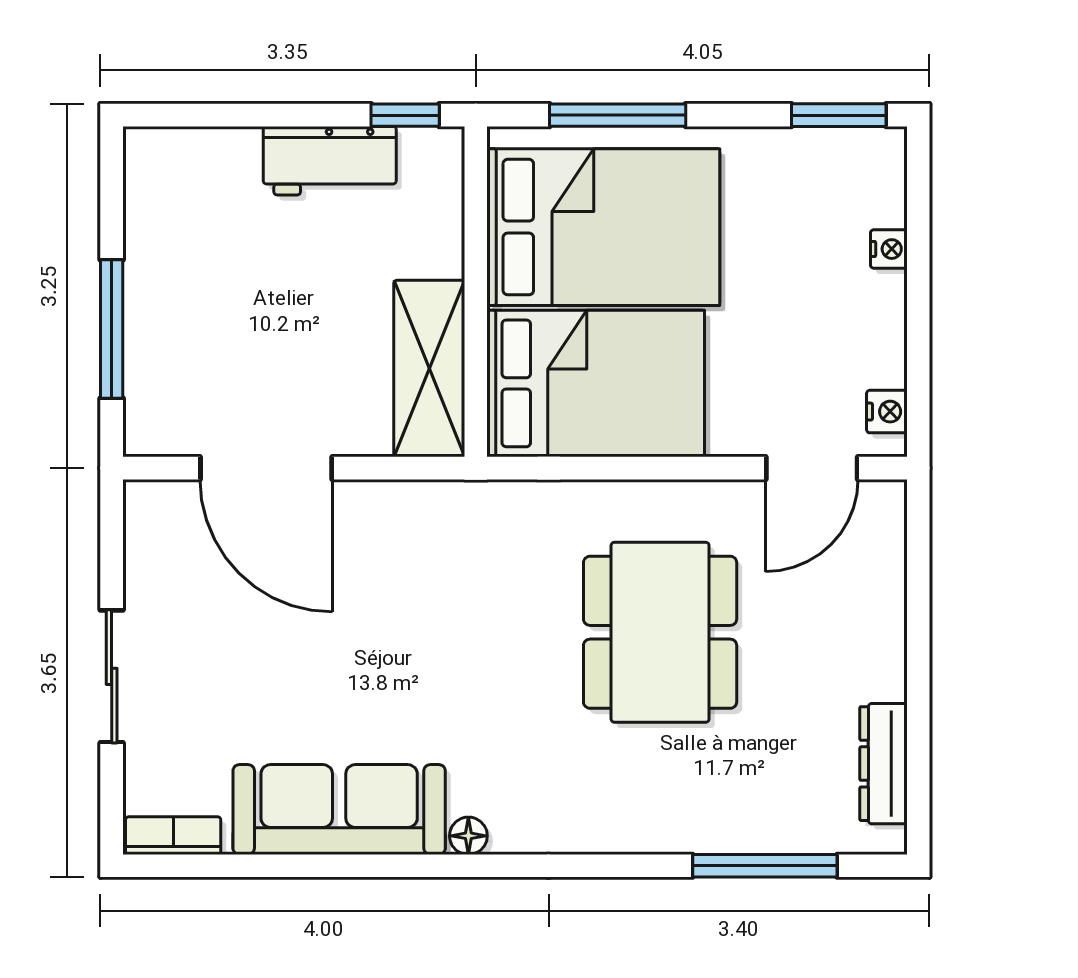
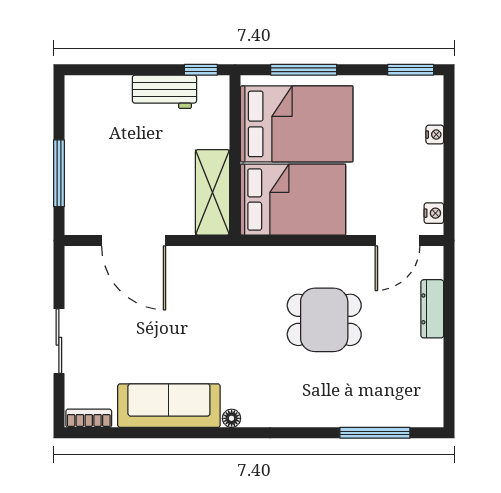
dining table: (660, 632) -> (324, 320), width x0.73
dresser: (884, 764) -> (432, 309), moved

